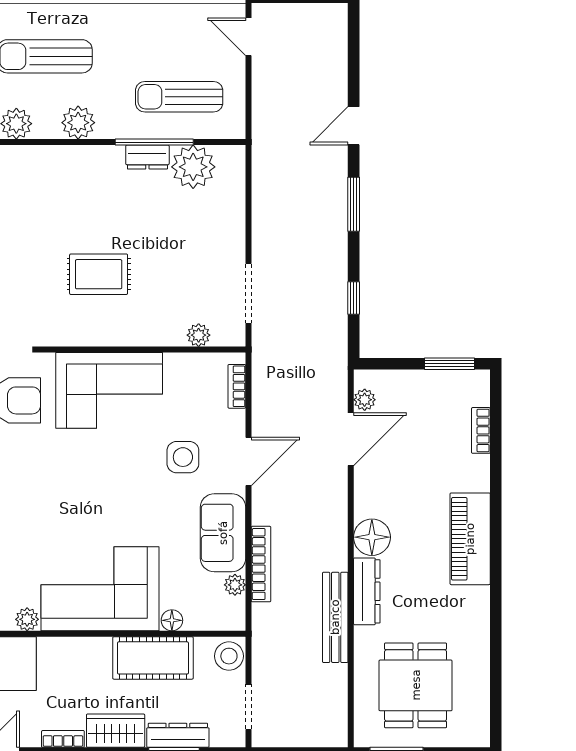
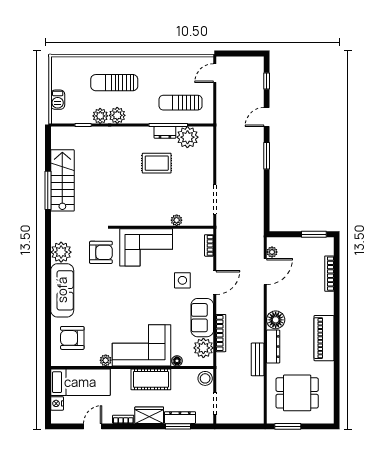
door: (248, 37) -> (215, 73), hinge flipped
plant: (78, 123) -> (117, 115), moved
rug: (99, 274) -> (157, 163), moved
window: (354, 298) -> (267, 81), moved
plant: (199, 335) -> (177, 220), moved
bookcase: (481, 430) -> (329, 274), width x1.56
piano: (470, 539) -> (324, 338), moved
plant: (235, 585) -> (203, 348), width x1.88, depth x1.88
bench: (335, 617) -> (258, 359), width x0.73
cot: (153, 658) -> (151, 379), moved
dining table: (416, 685) -> (297, 393), turned 90

